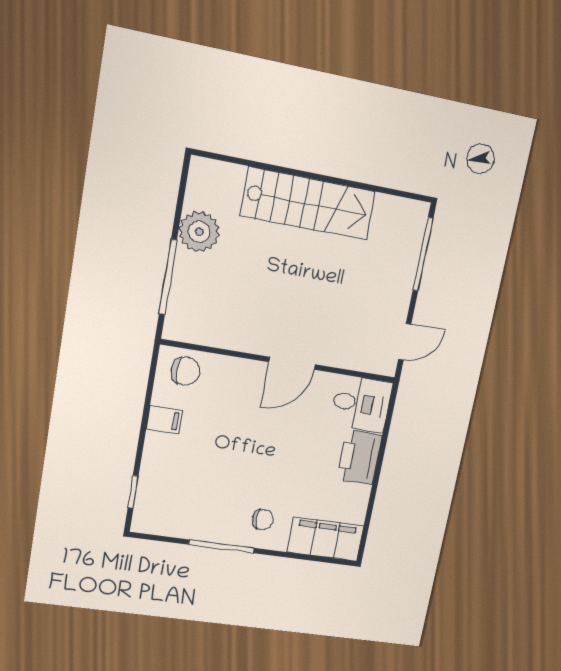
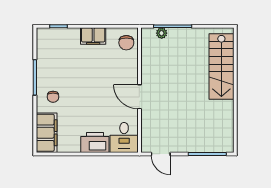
stairs: (308, 204) -> (221, 66), moved
plant: (199, 232) -> (162, 33), moved, width x0.53, depth x0.53
filing cabinet: (164, 420) -> (93, 36), width x2.00

